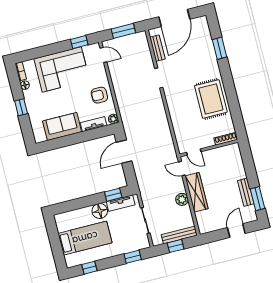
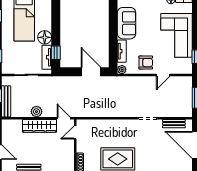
door: (103, 55) -> (163, 75), moved
armchair: (99, 95) -> (146, 63), turned 90
door: (182, 169) -> (64, 118), hinge flipped

